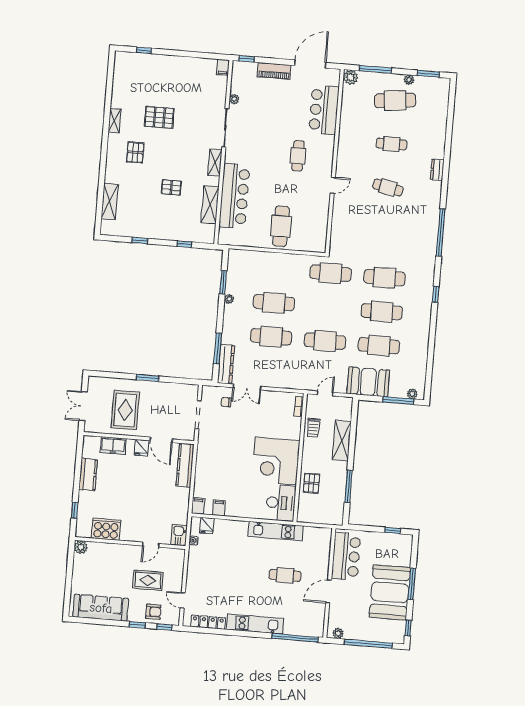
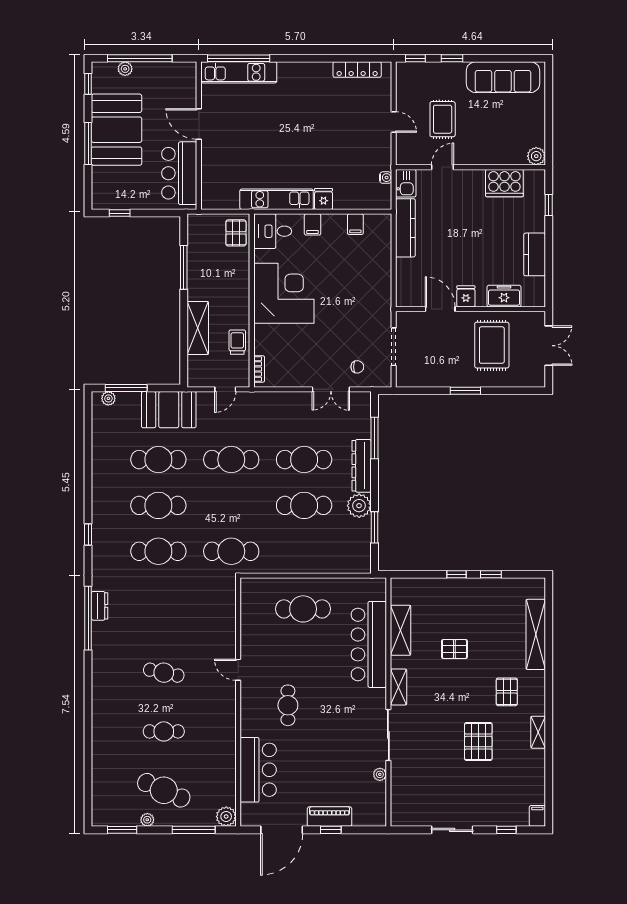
sliding door: (184, 54) -> (452, 830), added
window: (247, 59) -> (331, 830), moved
filing cabinet: (223, 67) -> (537, 816), moved
cafe table: (395, 101) -> (164, 790), turned 30
pallet: (159, 117) -> (478, 742), turned 90
dresser: (437, 170) -> (100, 606), moved
door: (333, 185) -> (238, 670), hinge flipped
shelving: (110, 202) -> (536, 634), width x1.47
cafe table: (281, 226) -> (303, 609), turned 90
window: (184, 244) -> (457, 574), moved
plant: (229, 299) -> (359, 506), width x1.88, depth x1.88
dresser: (226, 364) -> (362, 466), moved
double door: (247, 387) -> (331, 389), swing flipped
kitchen counter: (185, 465) -> (405, 228), moved
pallet: (311, 483) -> (236, 233), moved
desk: (281, 503) -> (273, 231), width x0.73
filing cabinet: (198, 506) -> (313, 224), moved
fridge: (207, 526) -> (324, 199), moved
cafe table: (285, 575) -> (259, 141), removed
rug: (148, 580) -> (443, 119), turned 90
door: (329, 592) -> (199, 124), swing flipped
door: (183, 600) -> (394, 122), moved
armchair: (153, 612) -> (432, 78), removed
kitchen unit: (255, 624) -> (239, 72), moved
plant: (338, 633) -> (125, 69), moved

